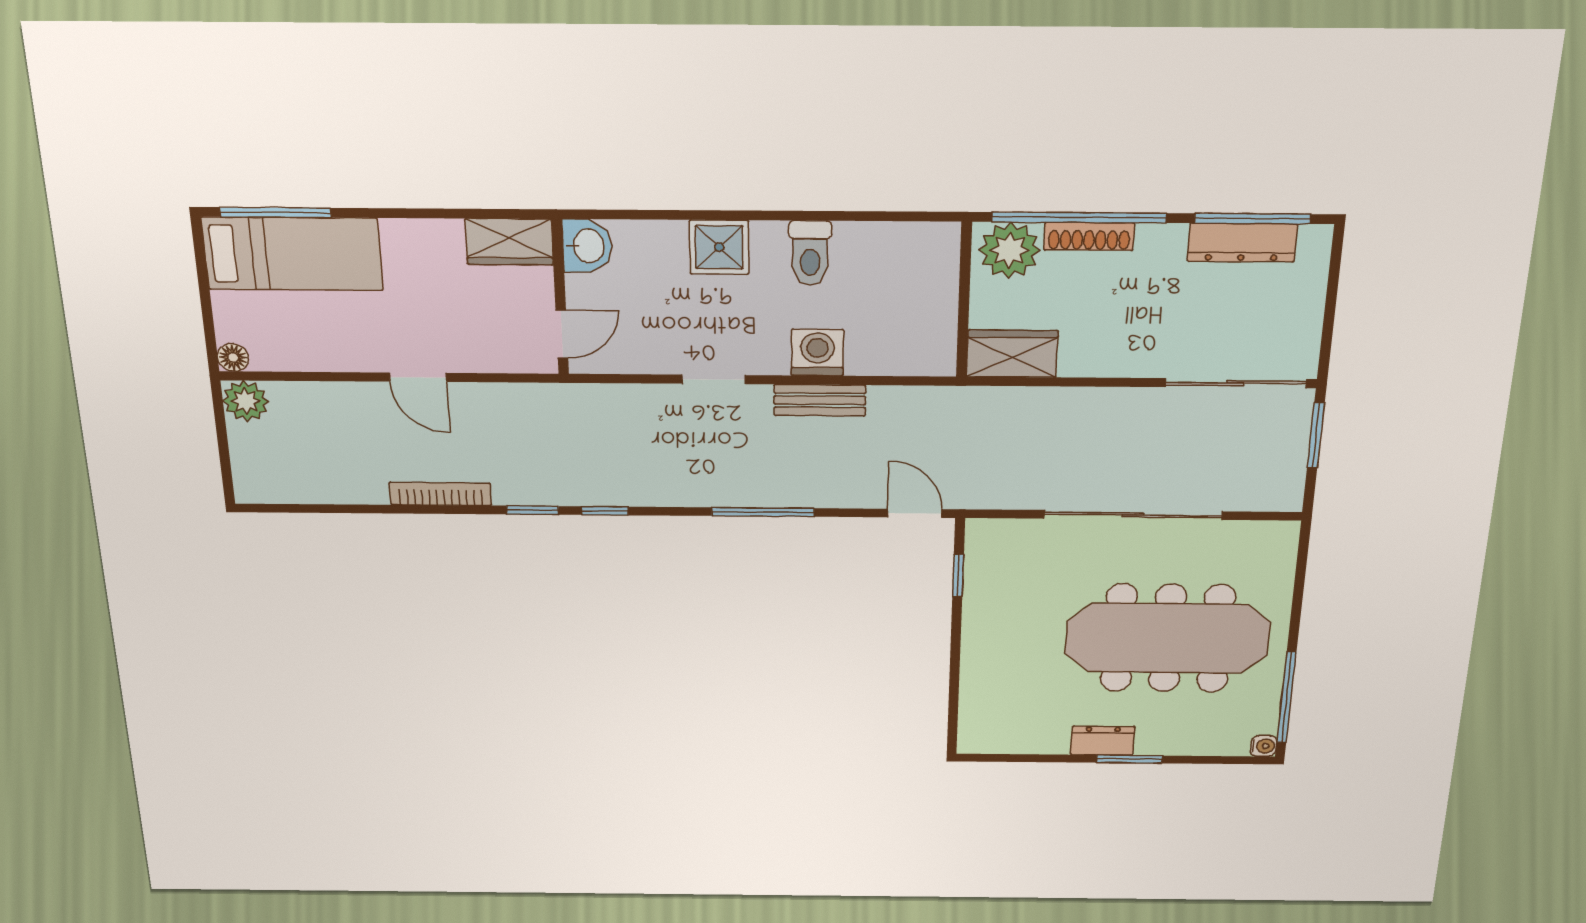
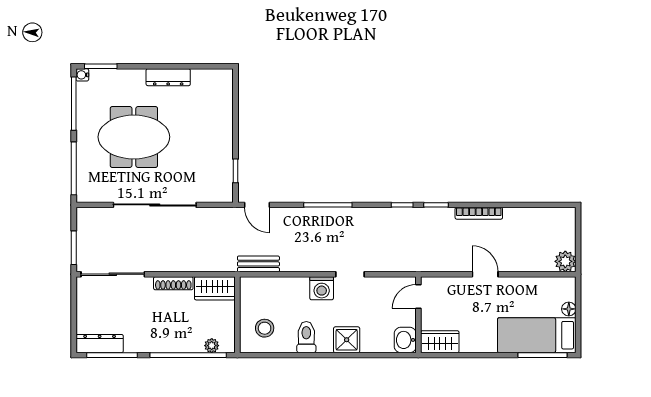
shoe rack: (1089, 236) -> (173, 283), moved, turned 180
dresser: (1242, 243) -> (100, 344), moved
plant: (1010, 250) -> (212, 346), width x0.53, depth x0.53
stool: (904, 272) -> (265, 328), added
washing machine: (817, 352) -> (322, 288), moved
floor lamp: (233, 357) -> (569, 309), moved
bench: (820, 400) -> (258, 264), moved
window: (1299, 583) -> (74, 168), added
meeting table: (1167, 638) -> (134, 137), width x0.73
dresser: (1103, 741) -> (168, 77), width x1.44
window: (1129, 759) -> (101, 66), moved

